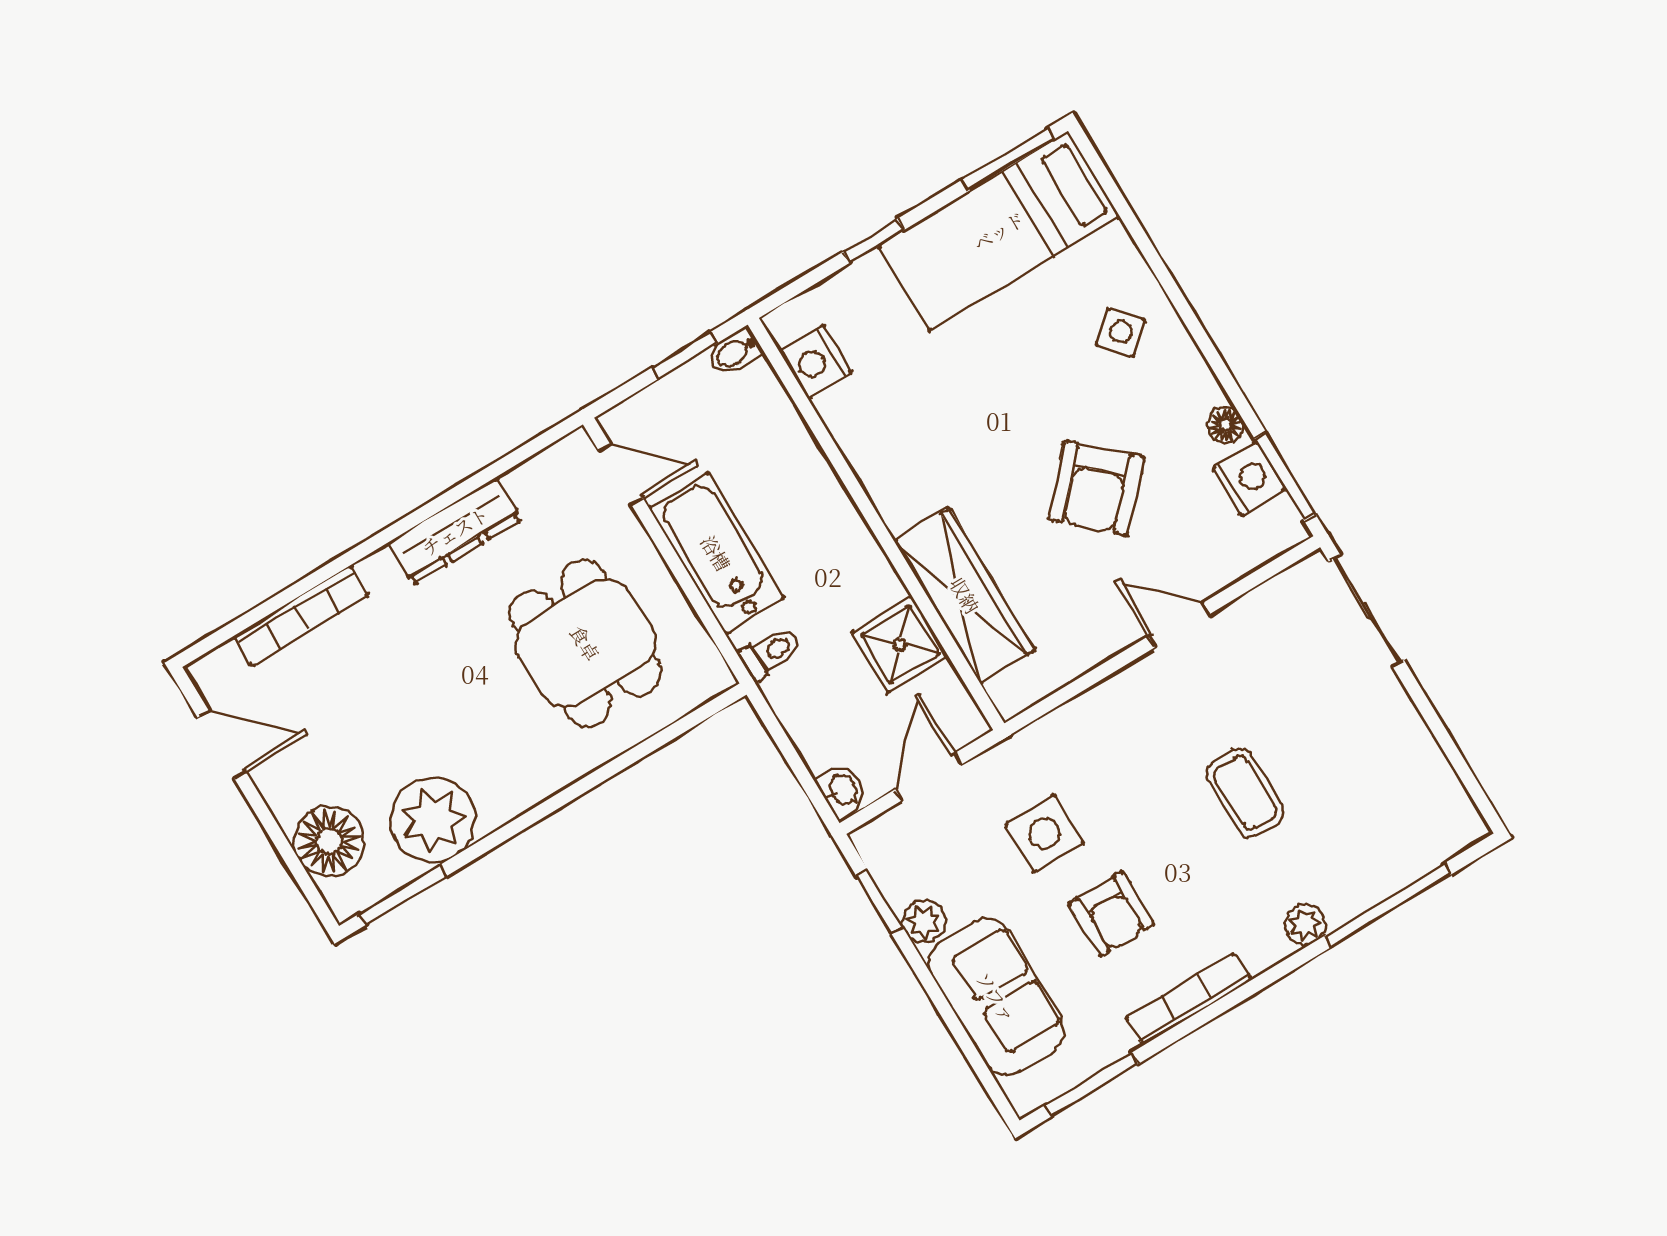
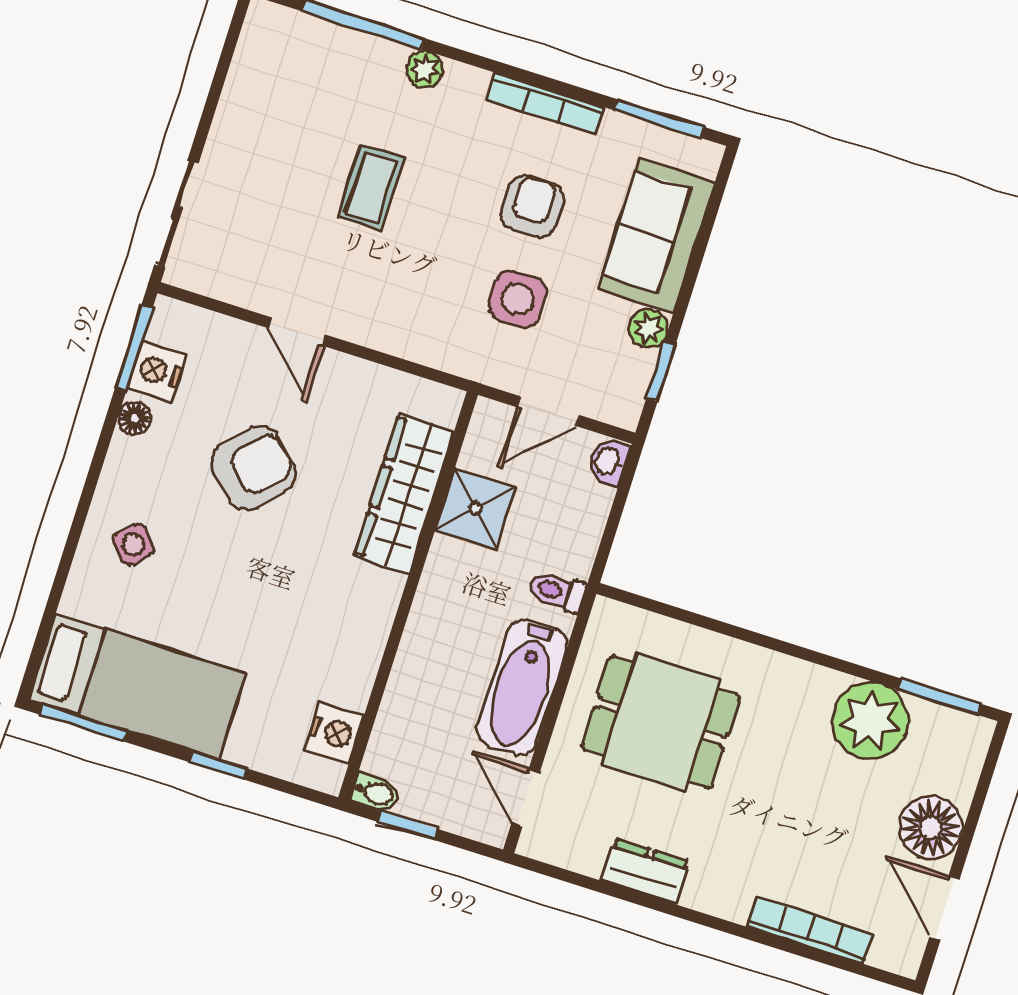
dresser: (455, 531) -> (645, 871), width x0.70
dining table: (585, 643) -> (661, 722), turned 90
floor lamp: (329, 842) -> (931, 828), moved

